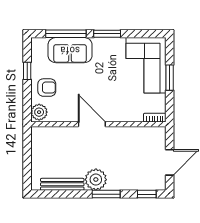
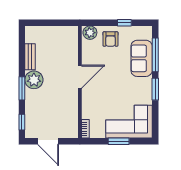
bench: (62, 184) -> (30, 57), width x0.73

